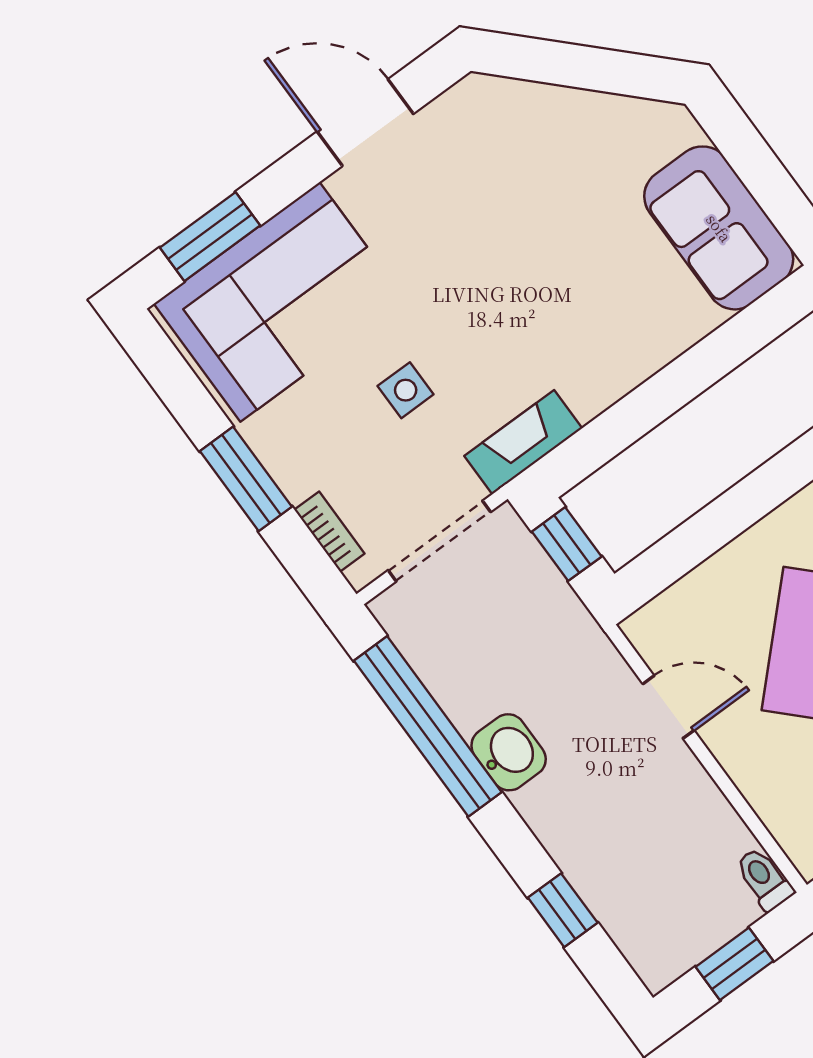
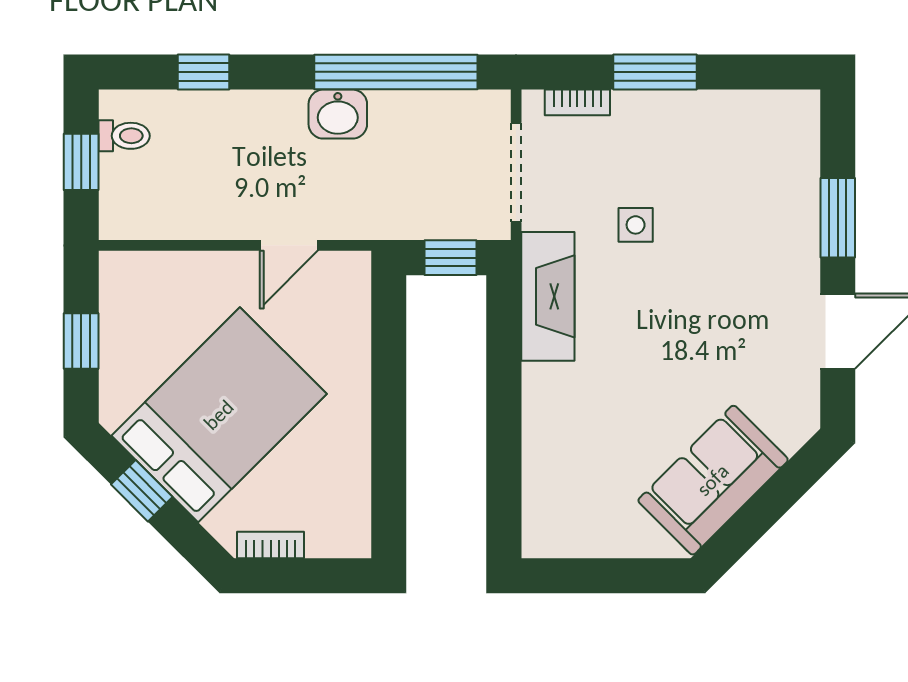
sofa: (719, 228) -> (713, 480), moved, turned -45
window: (210, 237) -> (838, 218), moved
corner sofa: (280, 302) -> (758, 184), removed
fireplace: (523, 442) -> (548, 296), width x1.37, depth x1.32
toilet: (764, 879) -> (124, 136), moved

